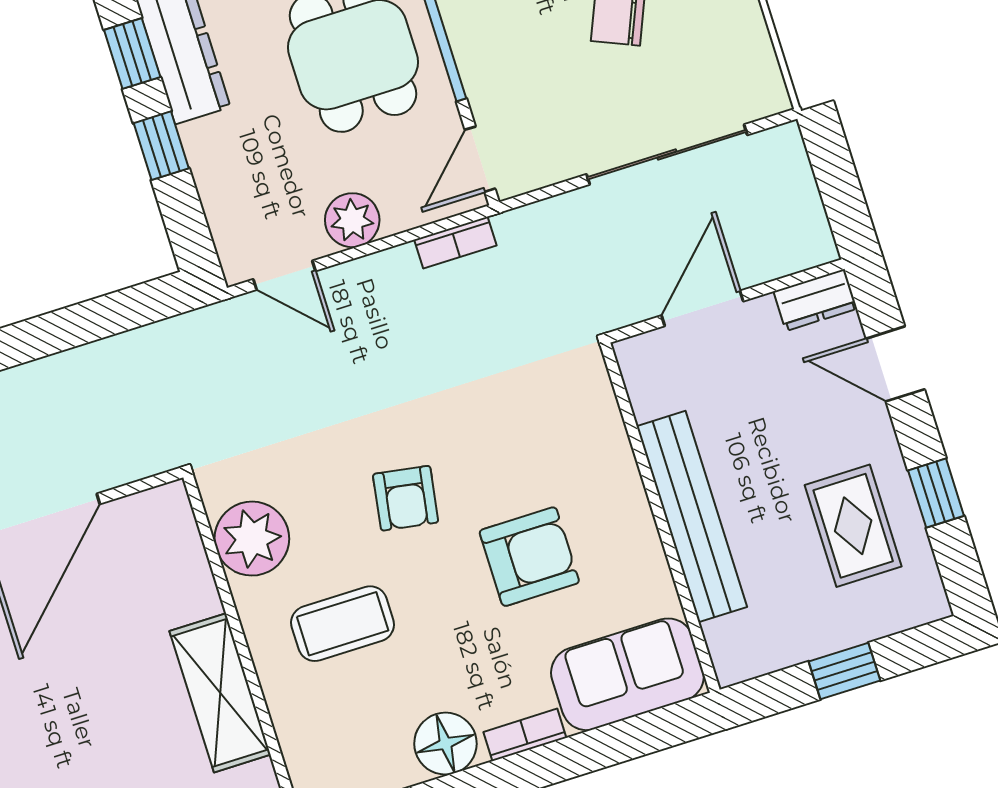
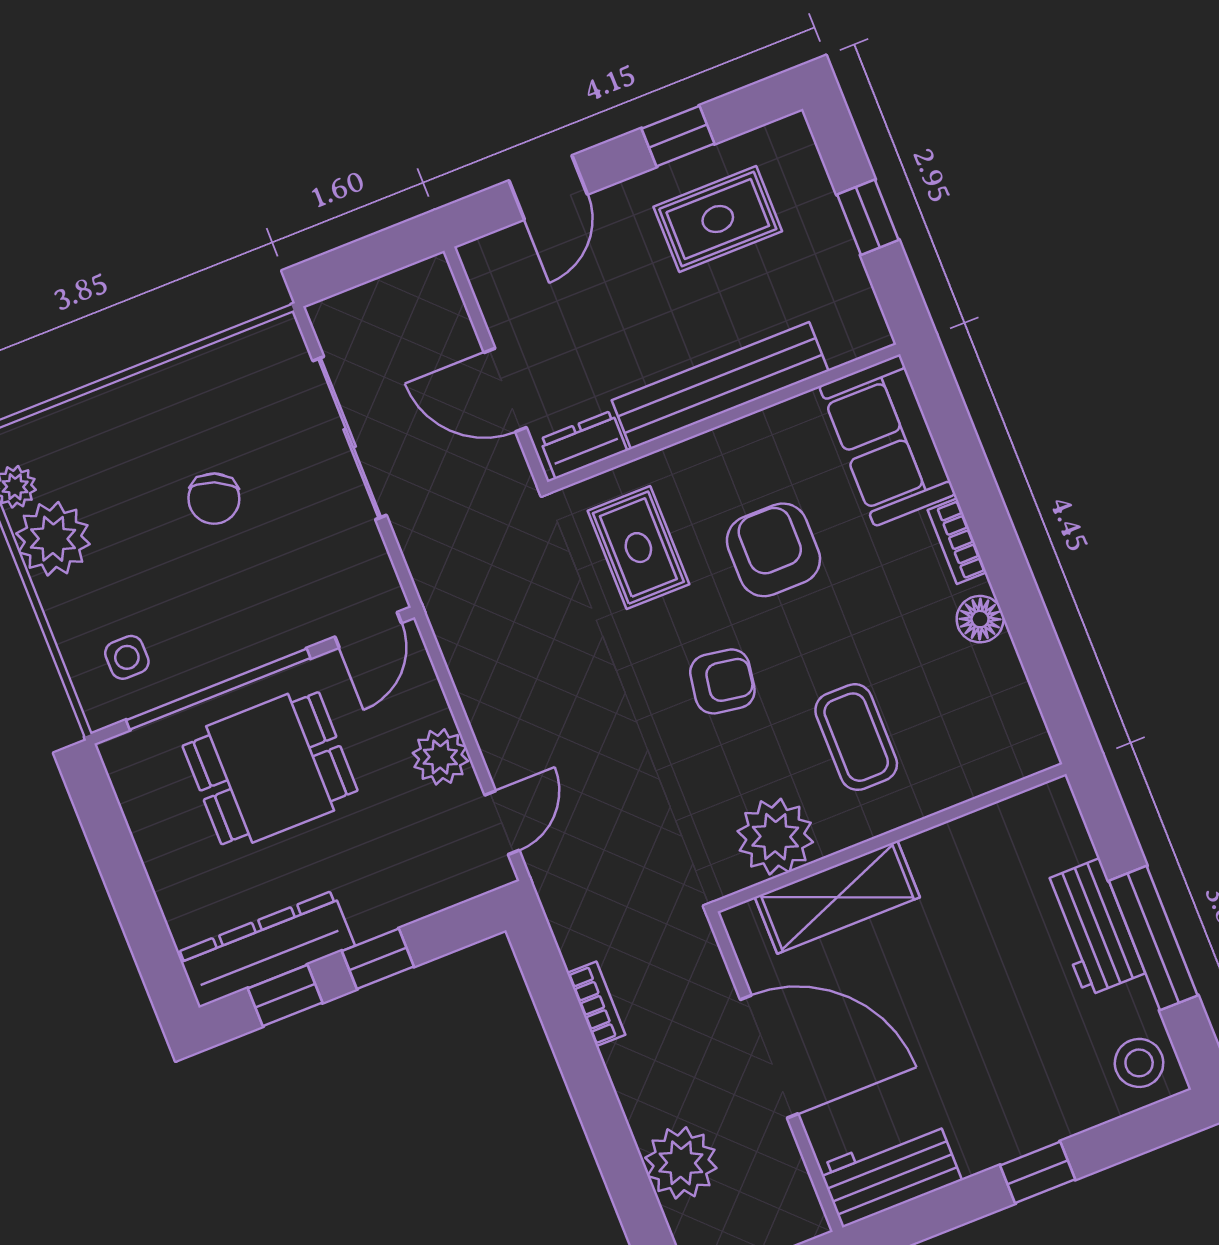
door: (480, 159) -> (368, 630), hinge flipped
bookcase: (455, 242) -> (596, 1004), moved
dresser: (815, 300) -> (584, 445), moved, turned -90
rug: (541, 426) -> (638, 548), added
shelving: (220, 693) -> (837, 897), moved
floor lamp: (445, 744) -> (980, 619), width x0.73, depth x0.73

